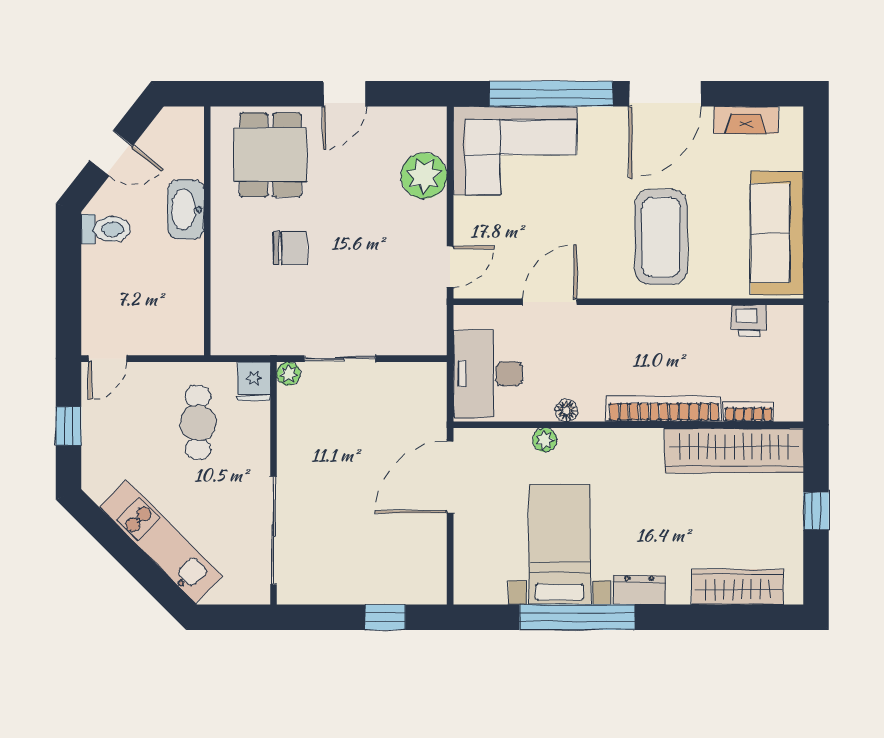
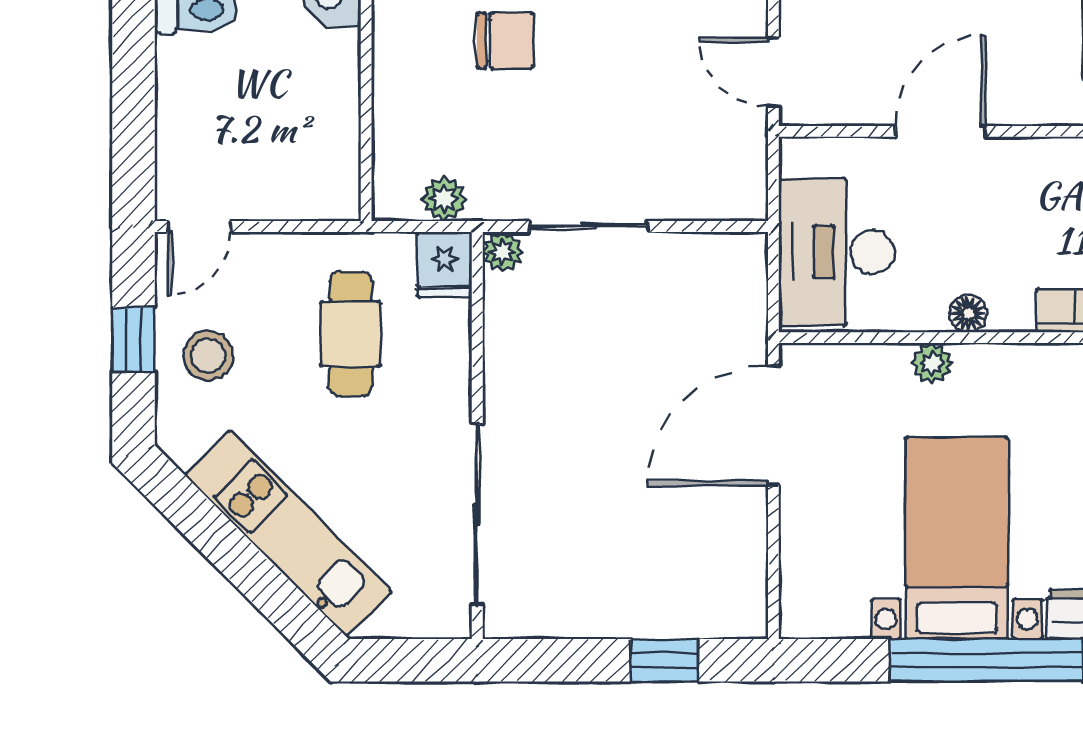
door: (450, 267) -> (773, 72), swing flipped
plant: (254, 342) -> (444, 199), added
stool: (113, 436) -> (208, 356), added

